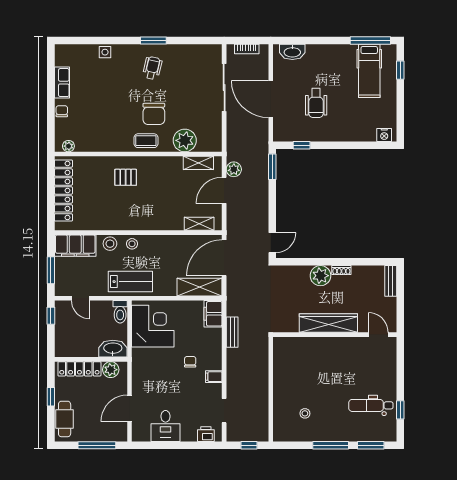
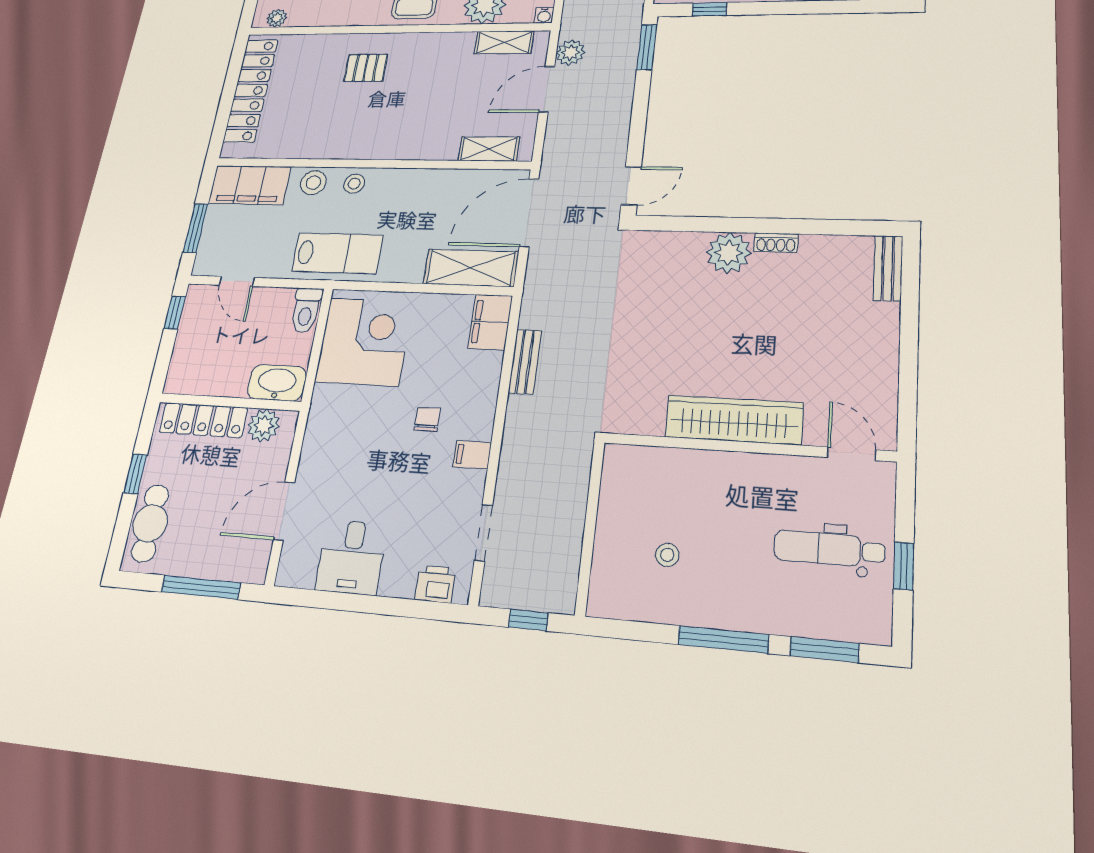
water cooler: (217, 147) -> (544, 15), added
wardrobe: (328, 323) -> (734, 420), moved
wall: (335, 335) -> (747, 447), moved
door: (378, 335) -> (852, 454), moved

